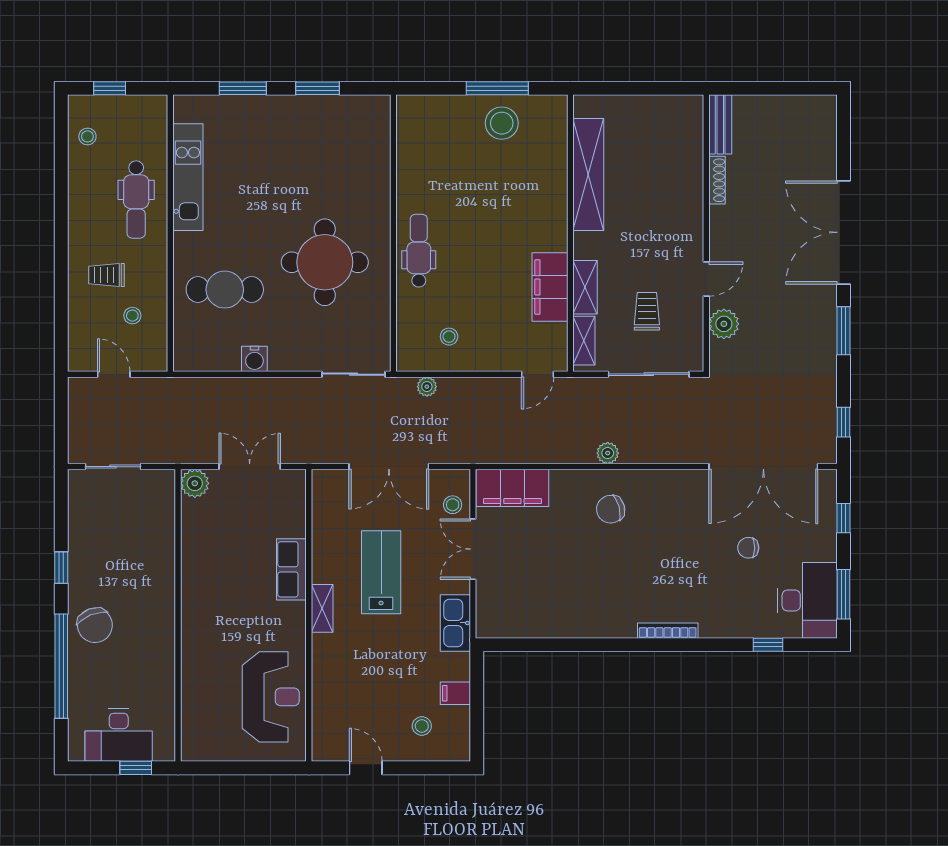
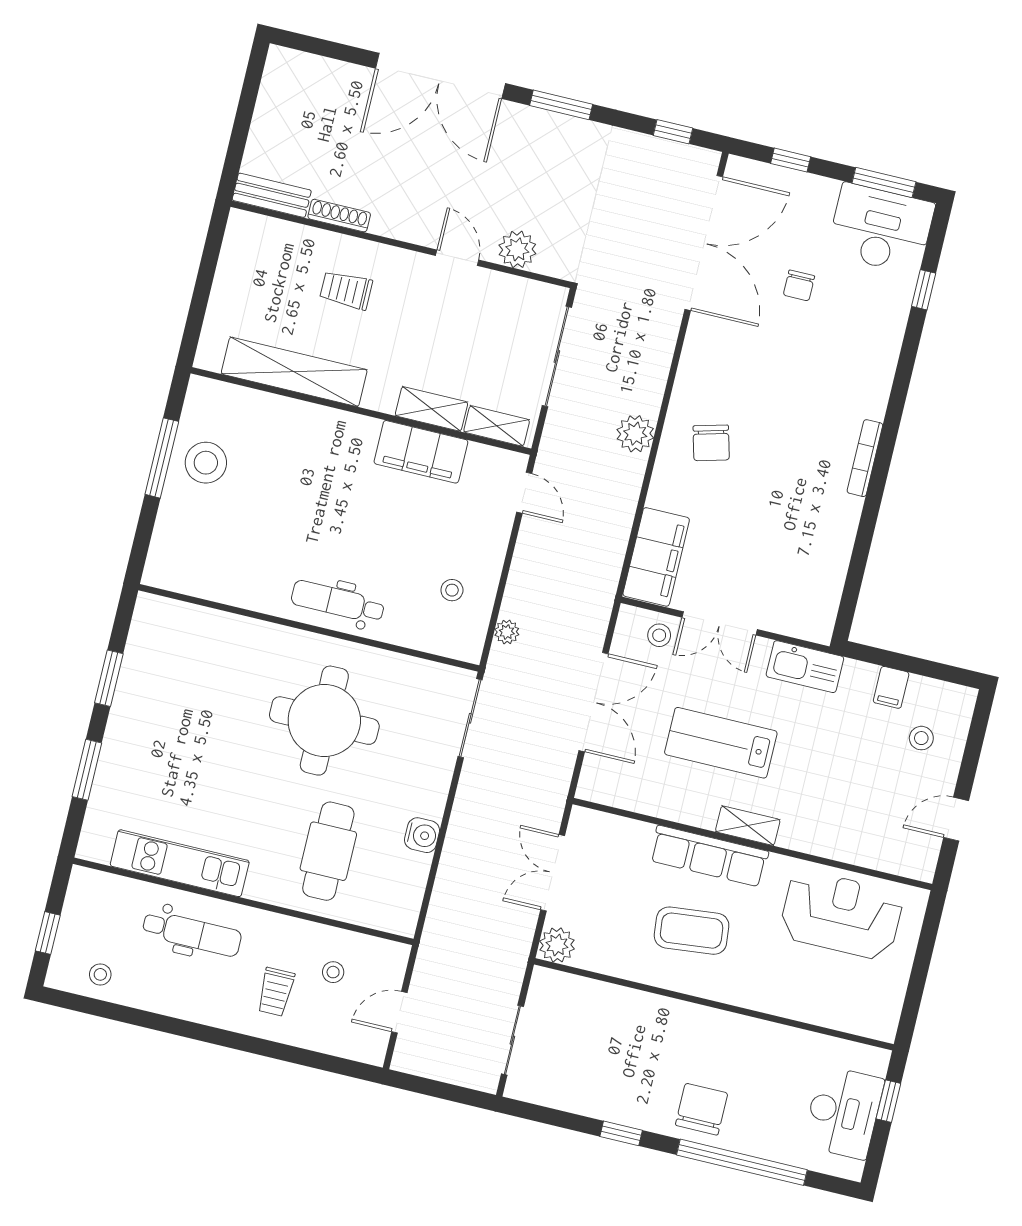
trolley: (647, 311) -> (346, 290), moved
plant: (608, 453) -> (635, 434), width x1.38, depth x1.38
row of seats: (291, 569) -> (709, 856), width x1.48
coffee table: (231, 584) -> (692, 931), added
chair: (95, 625) -> (702, 1109), turned -68
bookcase: (668, 631) -> (865, 458), moved

